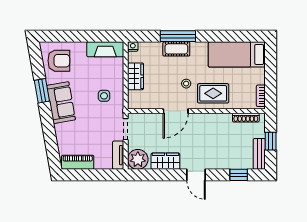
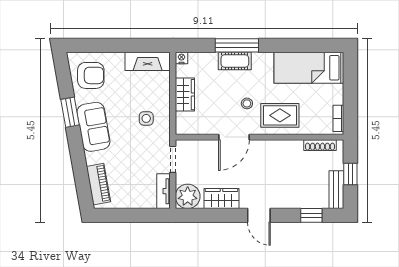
piano: (78, 162) -> (98, 184), moved, turned 80

